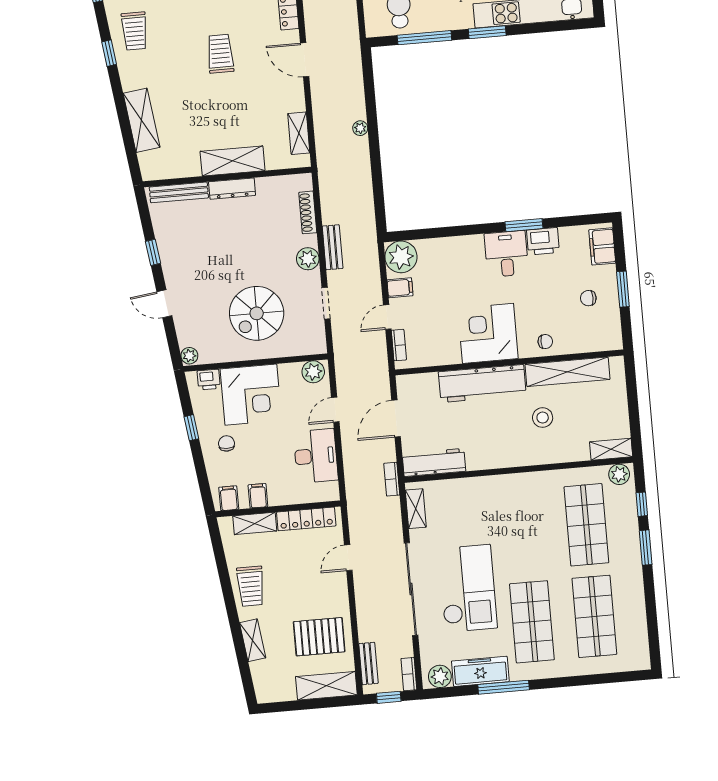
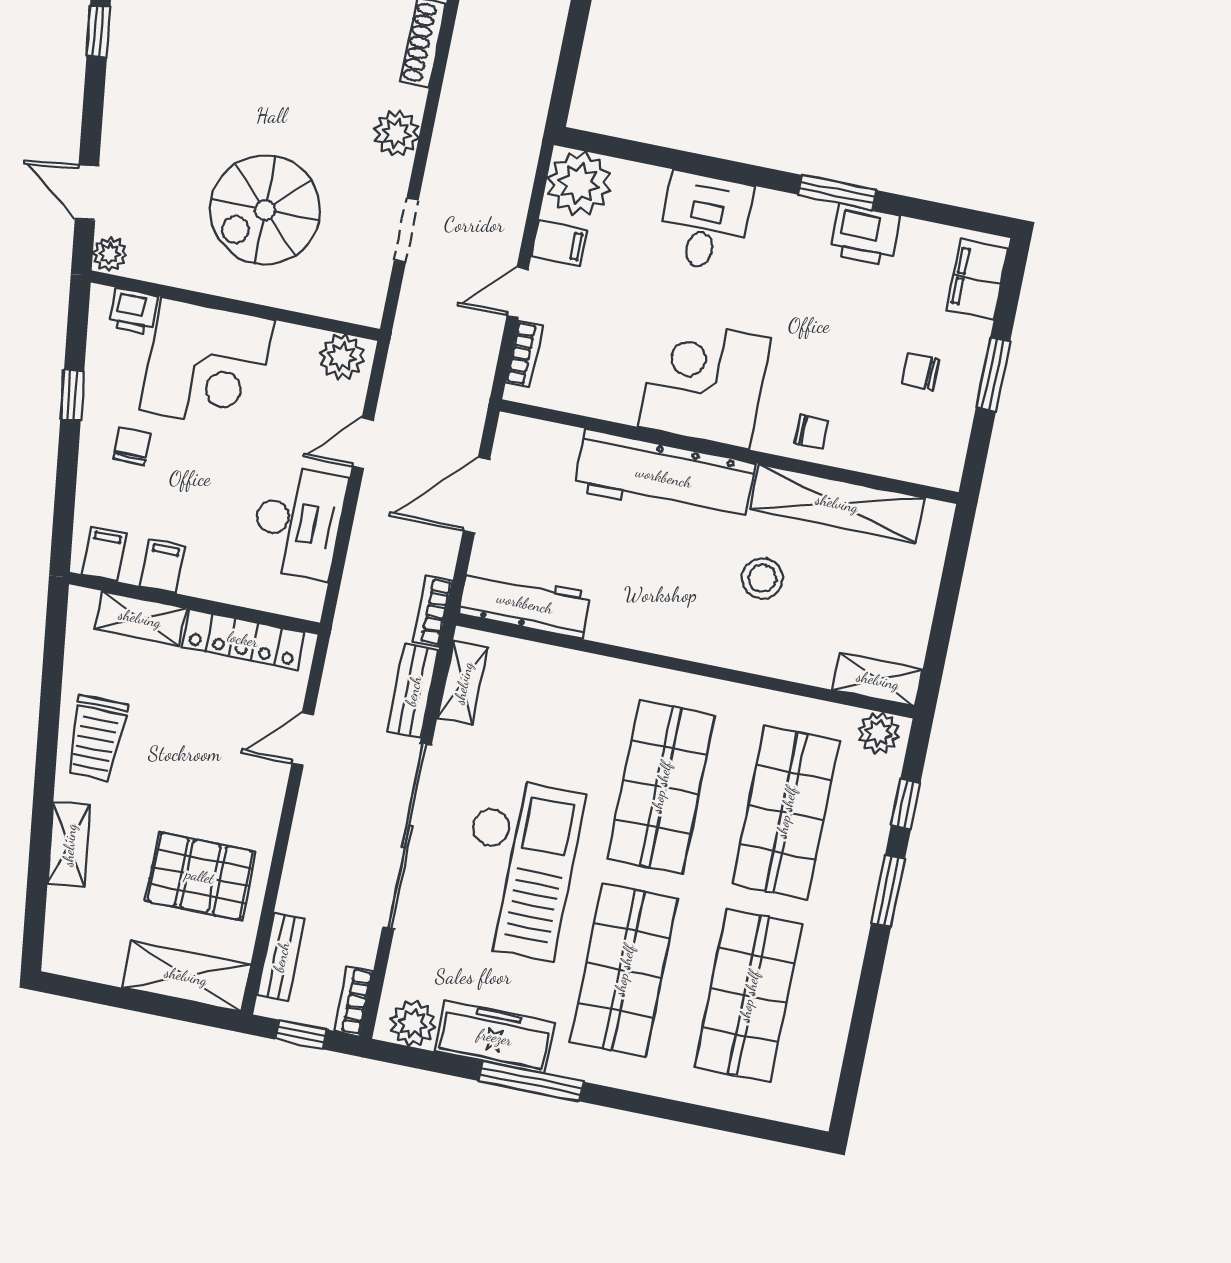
bench: (333, 247) -> (413, 691), moved
desk: (506, 254) -> (705, 222), moved
door: (164, 304) -> (87, 193), moved
shop shelf: (524, 530) -> (661, 787), added

